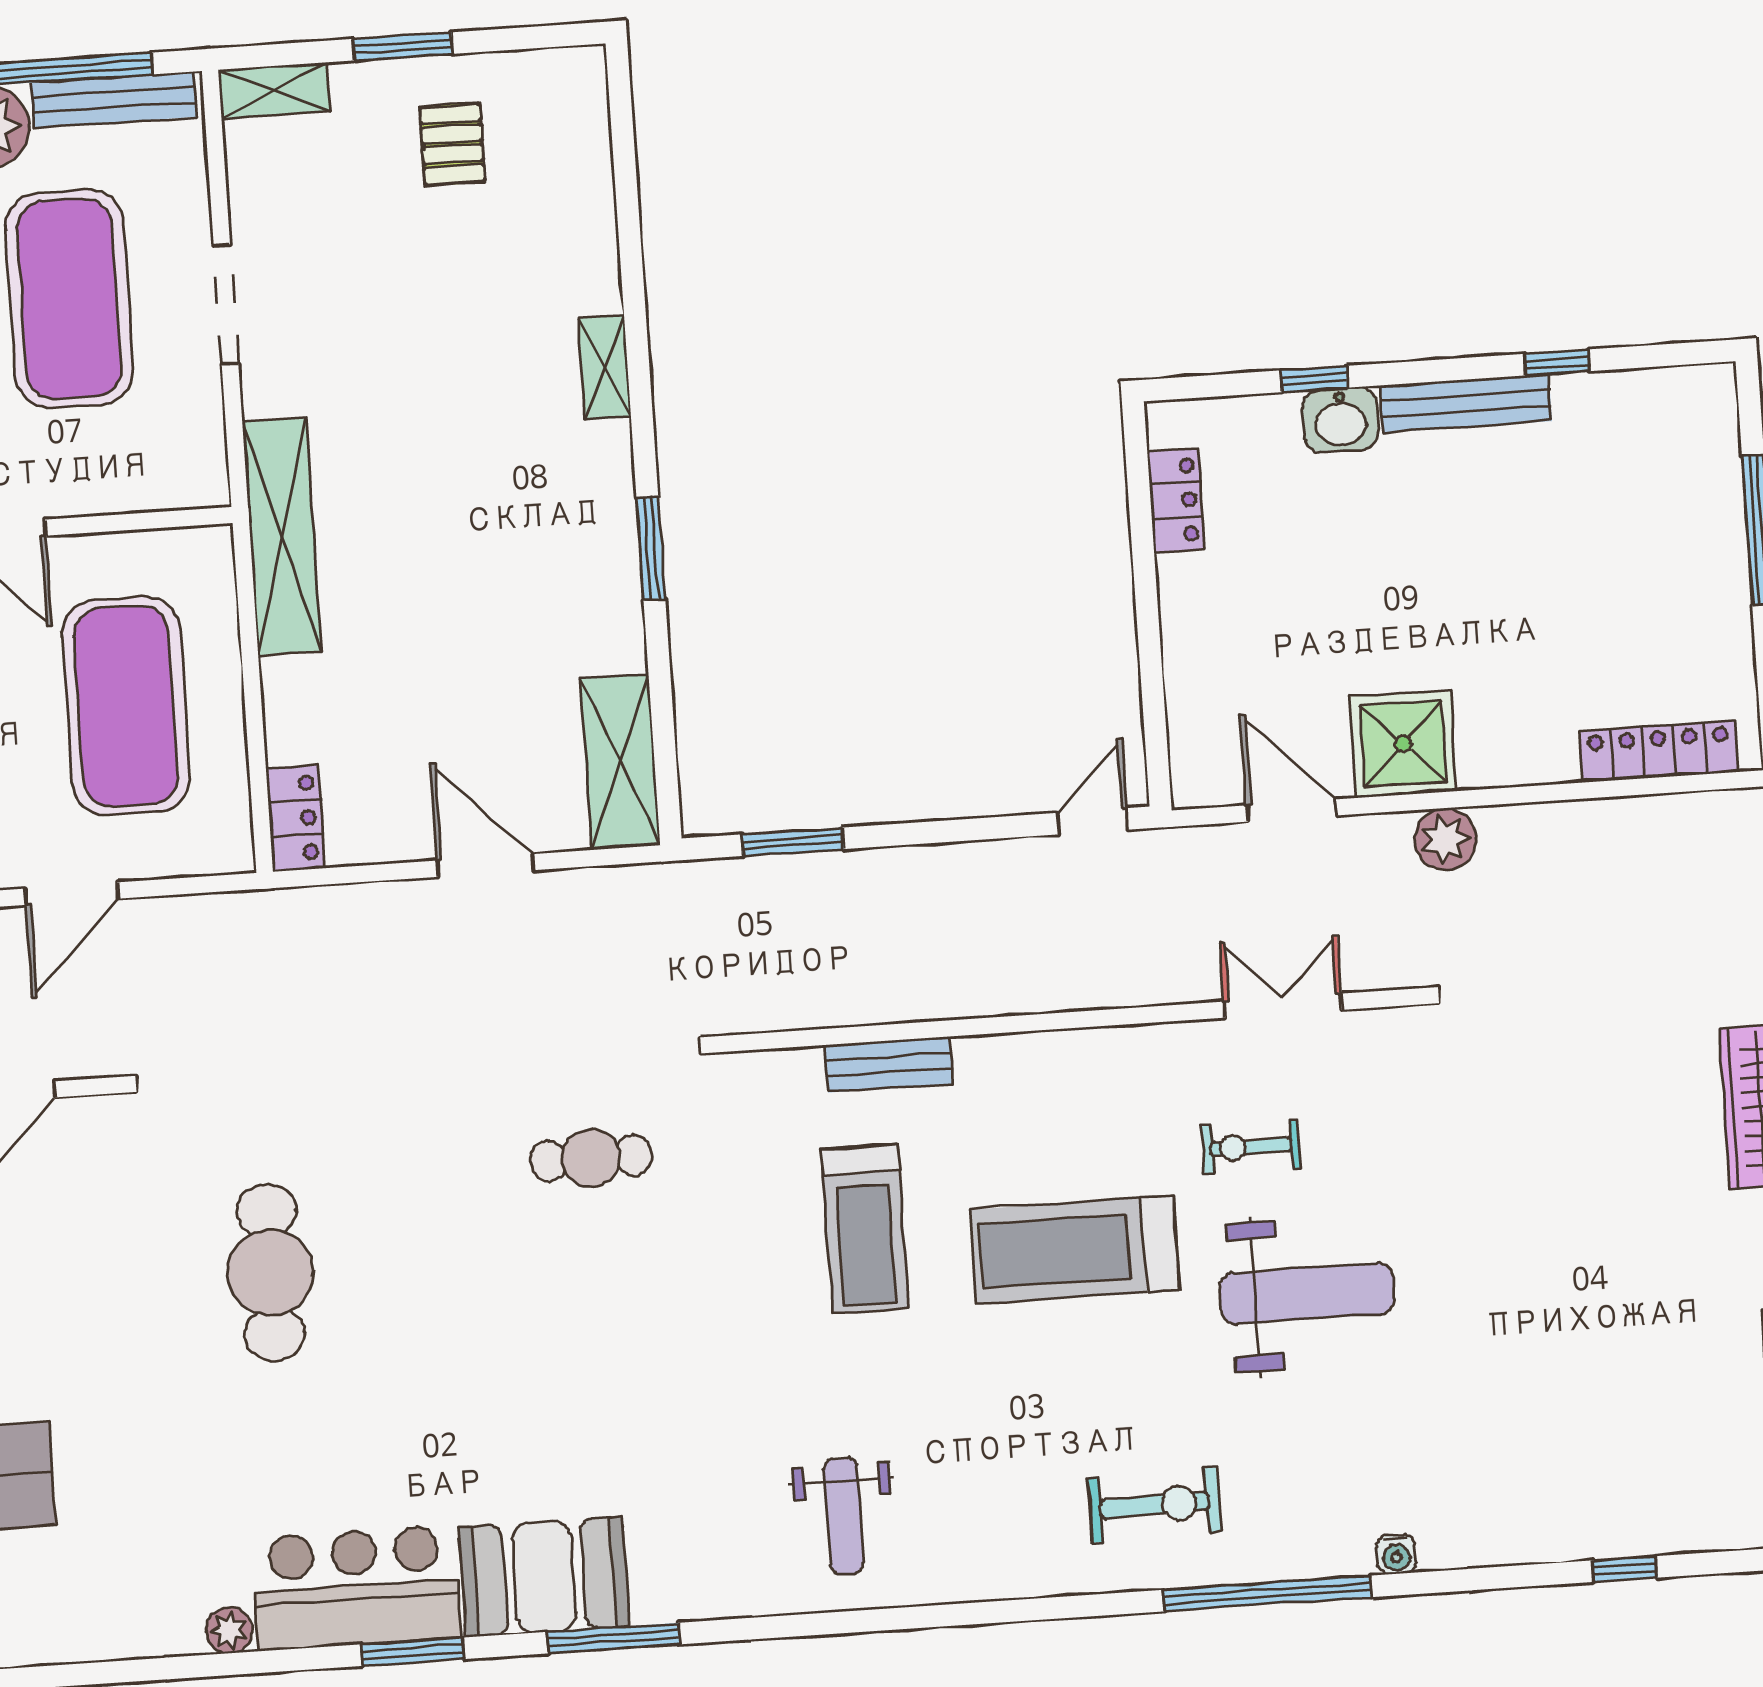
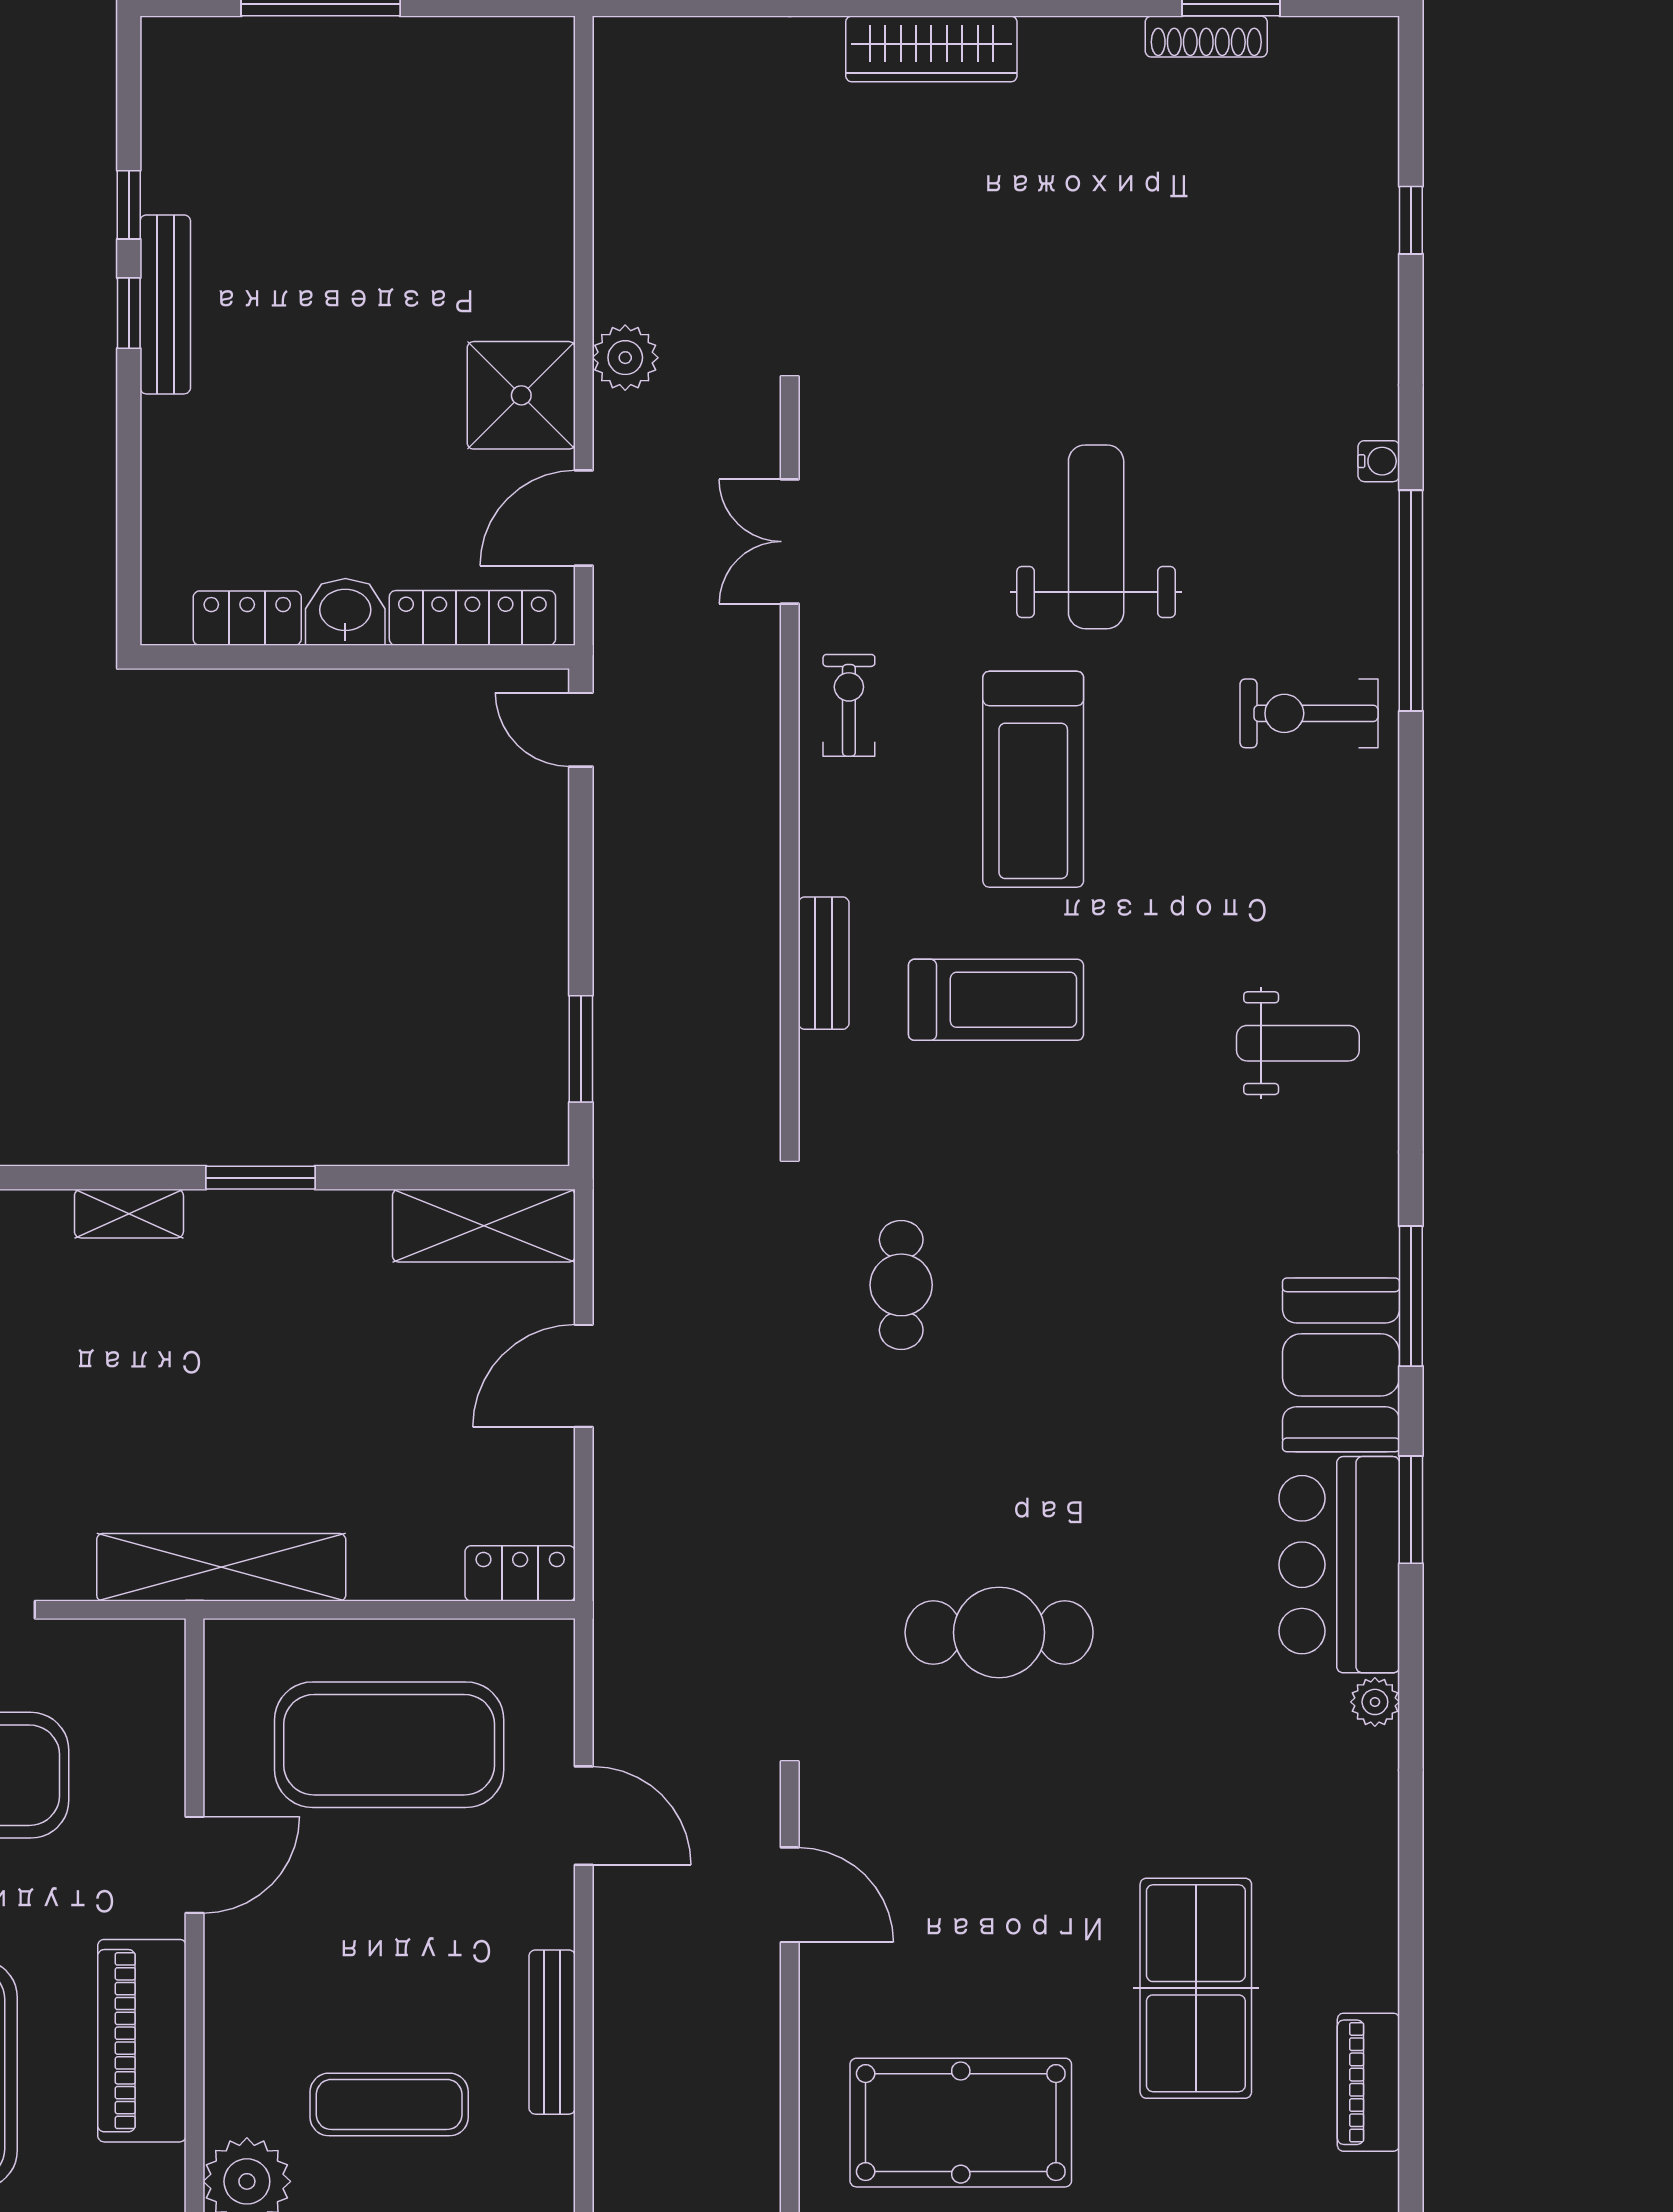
shelving: (605, 367) -> (129, 1214), moved
window: (1314, 379) -> (129, 313), moved
washbasin: (1341, 420) -> (345, 612), moved, turned -90
locker: (1659, 751) -> (472, 618), moved, turned 90
exercise bike: (1251, 1147) -> (849, 705), moved, turned 180
exercise bike: (1155, 1505) -> (1309, 713), turned -89

